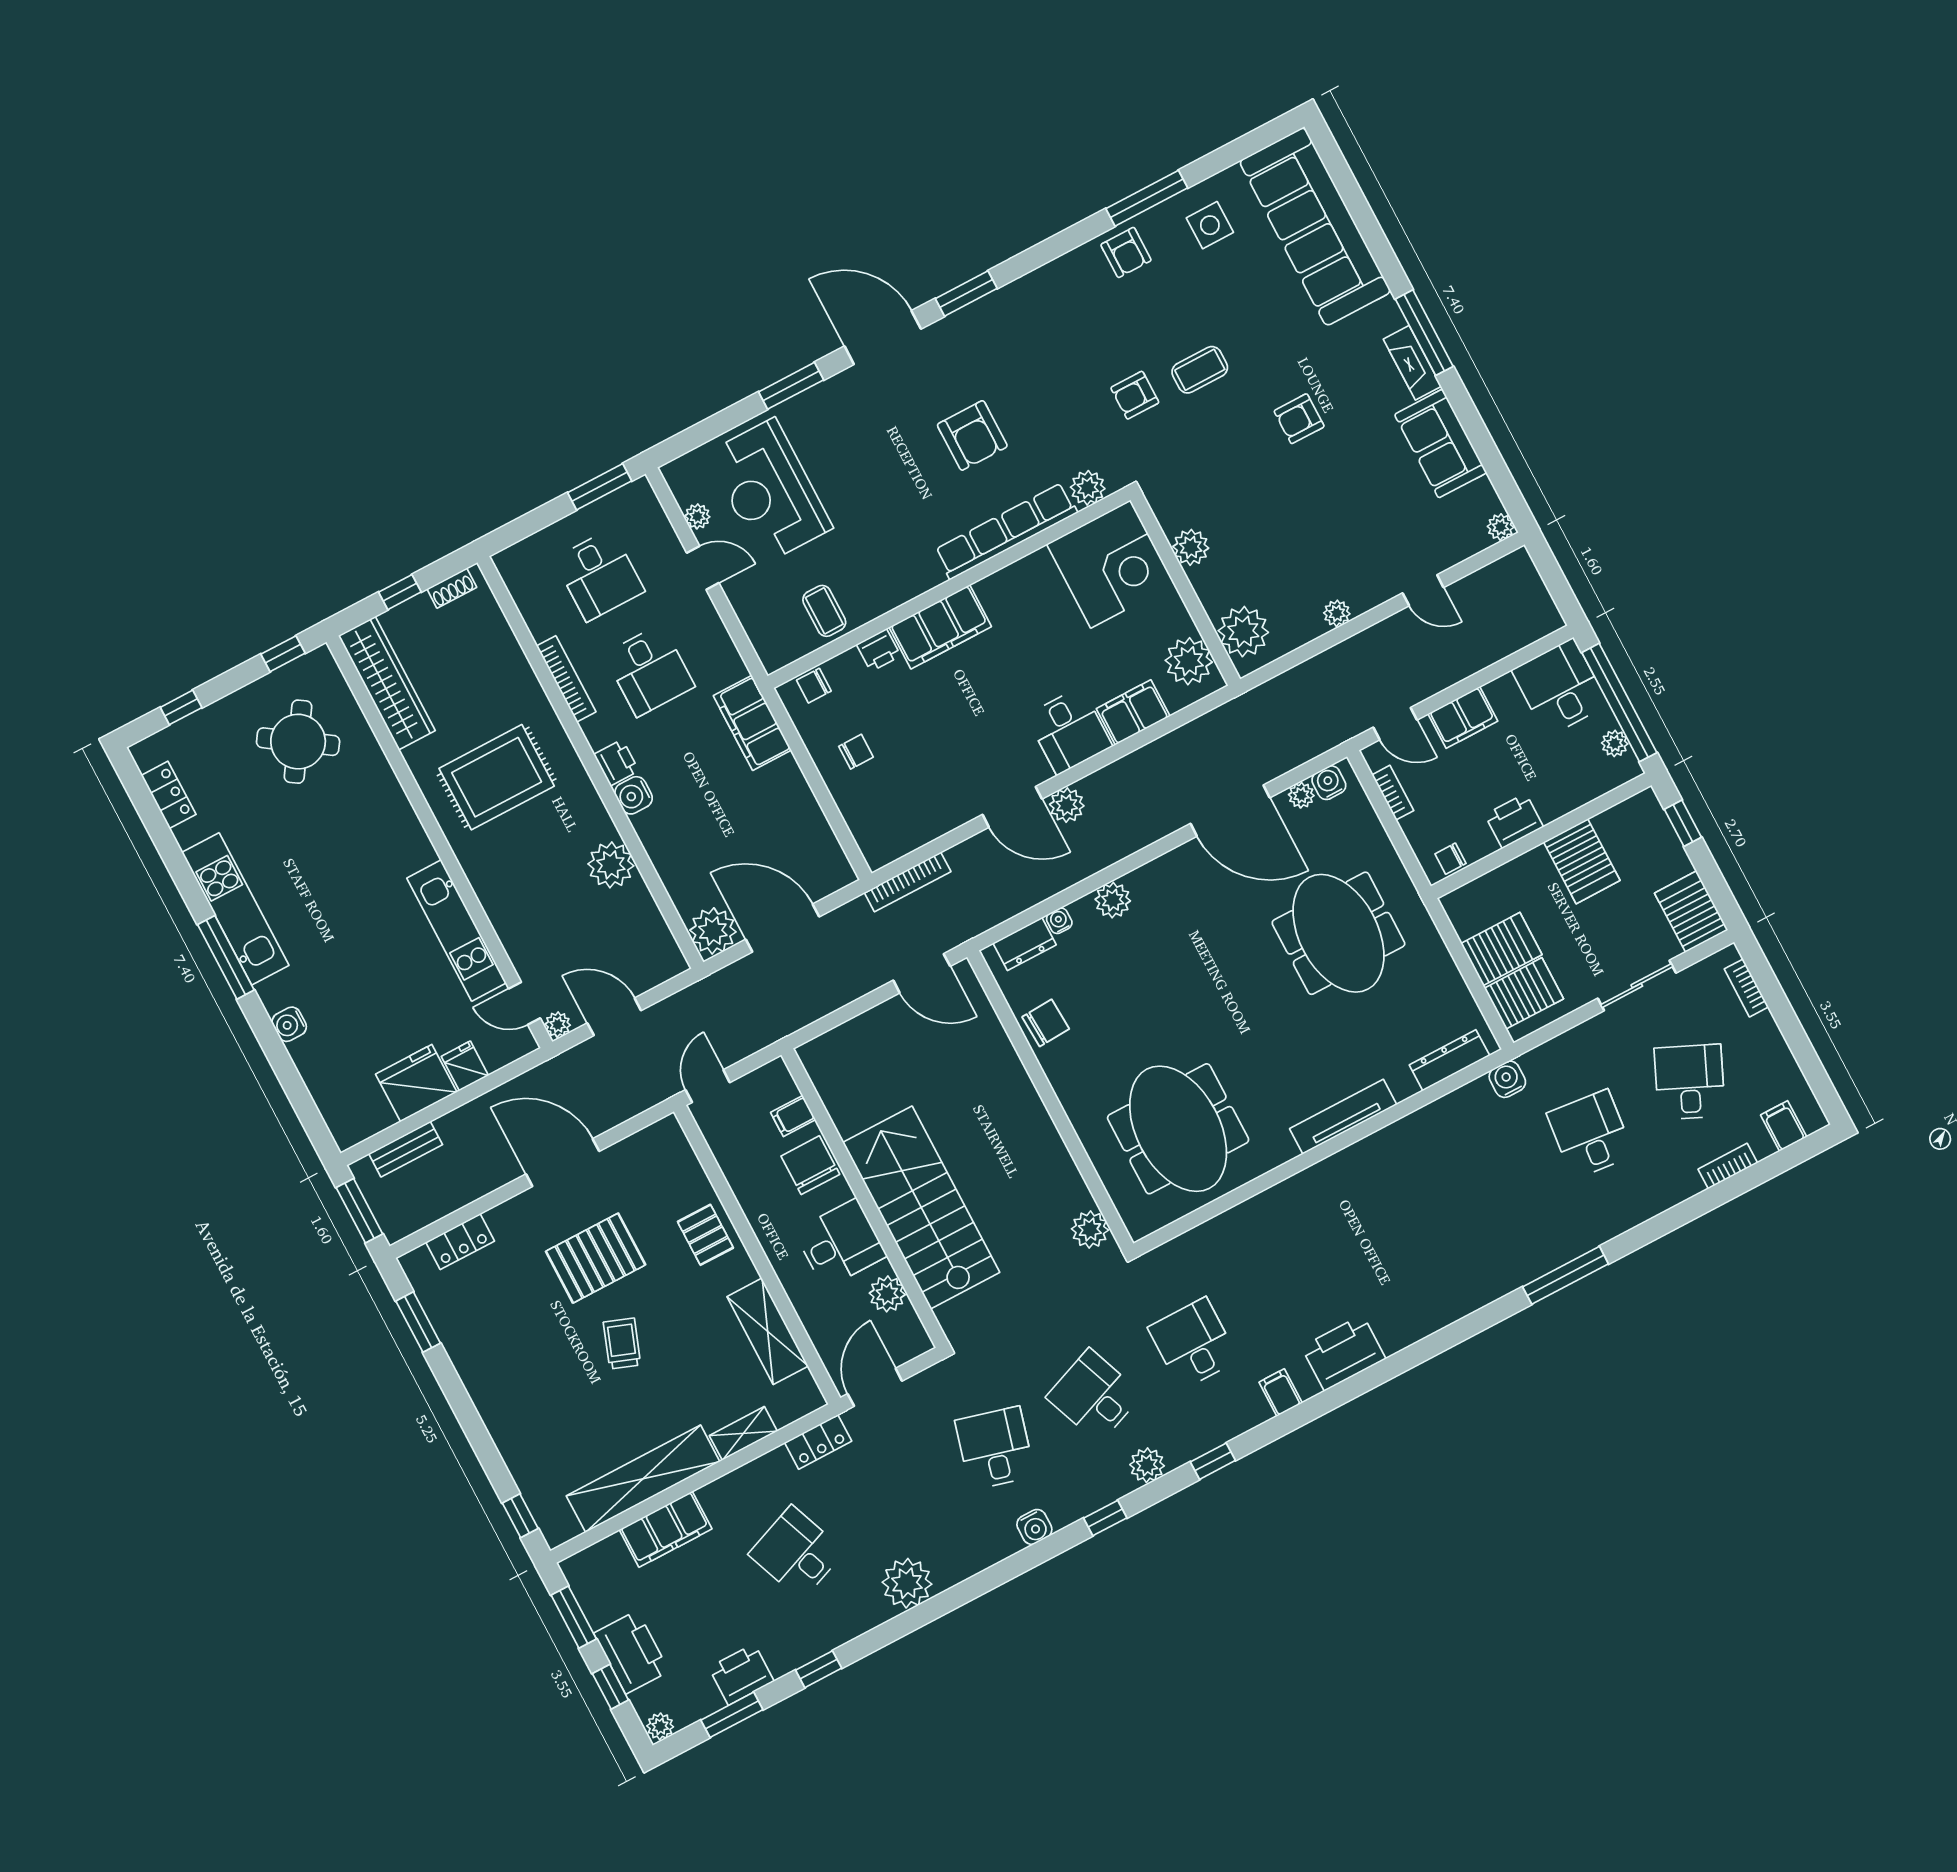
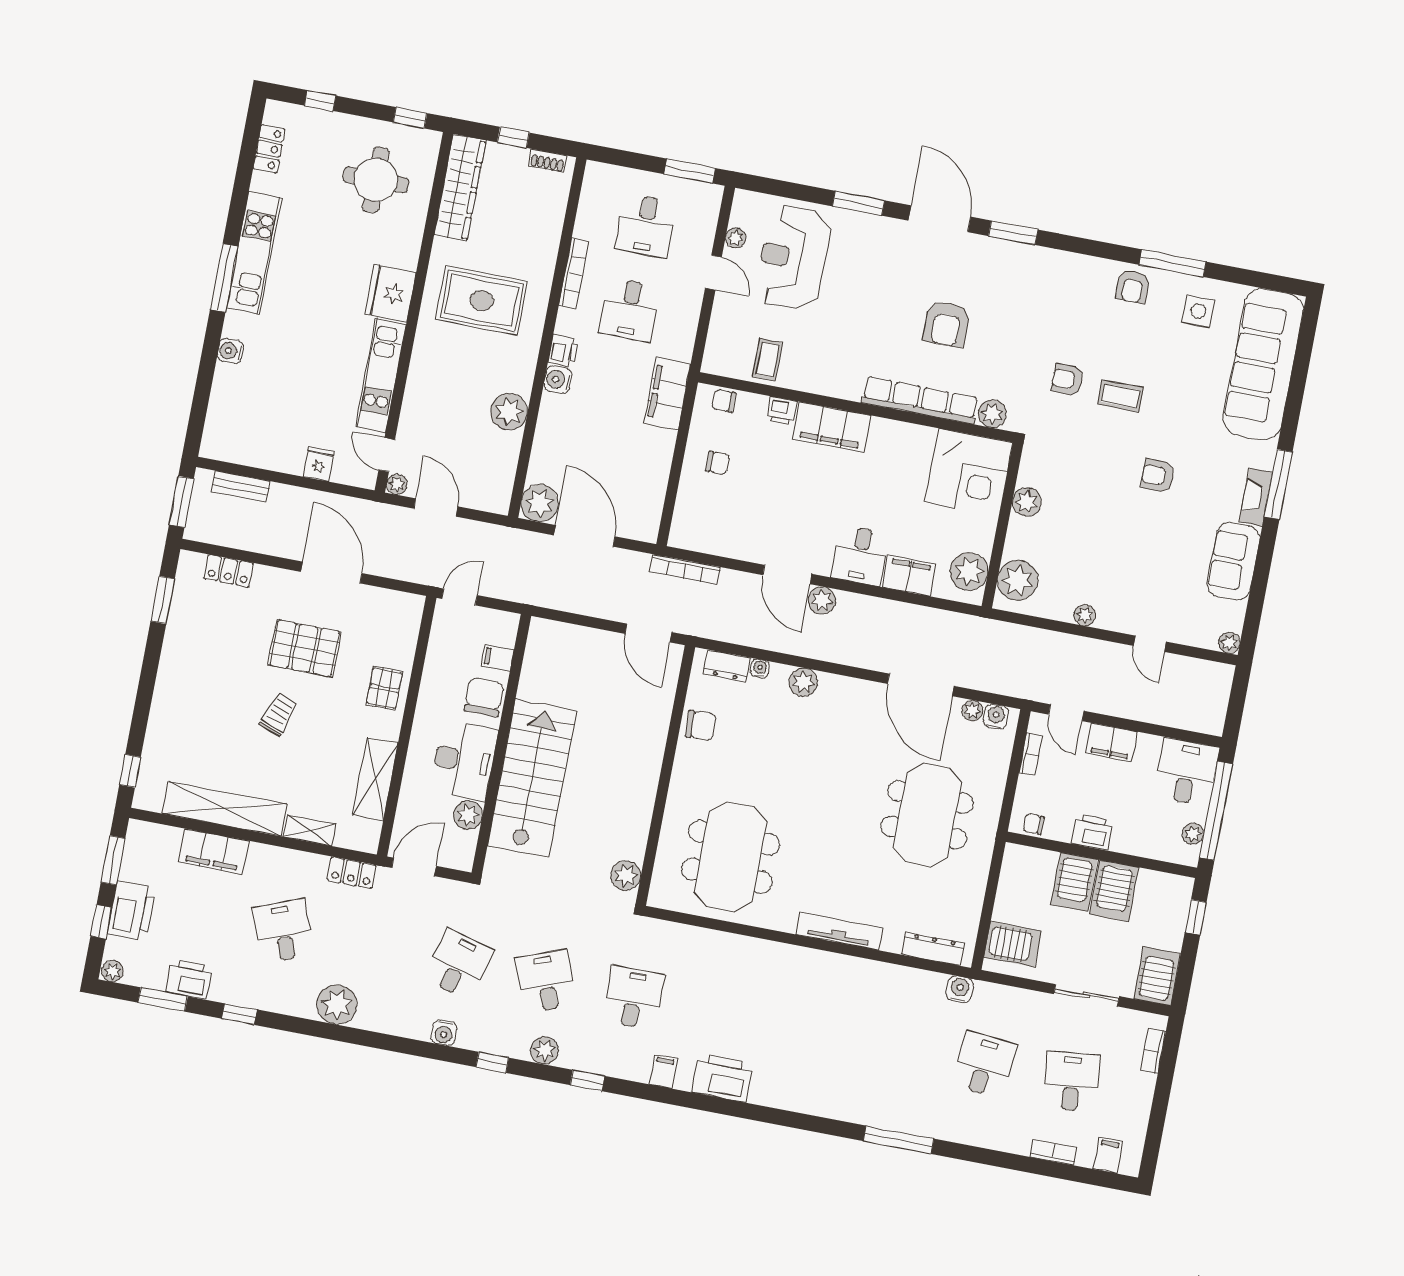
round table: (298, 742) -> (376, 180), turned -34
server rack: (1501, 949) -> (1074, 882), moved, turned 90
desk: (1690, 1082) -> (1071, 1081), turned -30
fridge: (416, 1083) -> (390, 293), moved, turned -90
desk: (840, 1243) -> (464, 761), width x1.37

